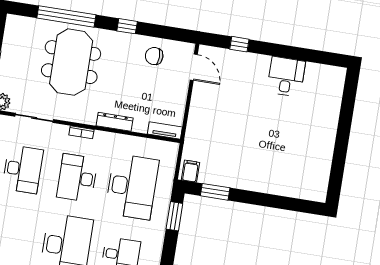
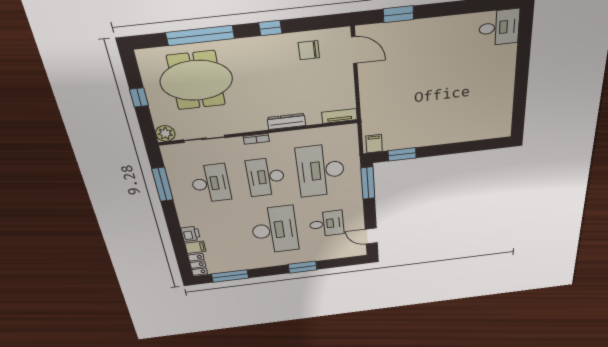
window: (239, 44) -> (398, 14), width x1.50
meeting table: (71, 62) -> (196, 80), moved, turned 90
desk: (286, 77) -> (499, 28), moved, turned 90
desk: (132, 187) -> (321, 171), turned 180
window: (174, 216) -> (368, 183), width x1.44

